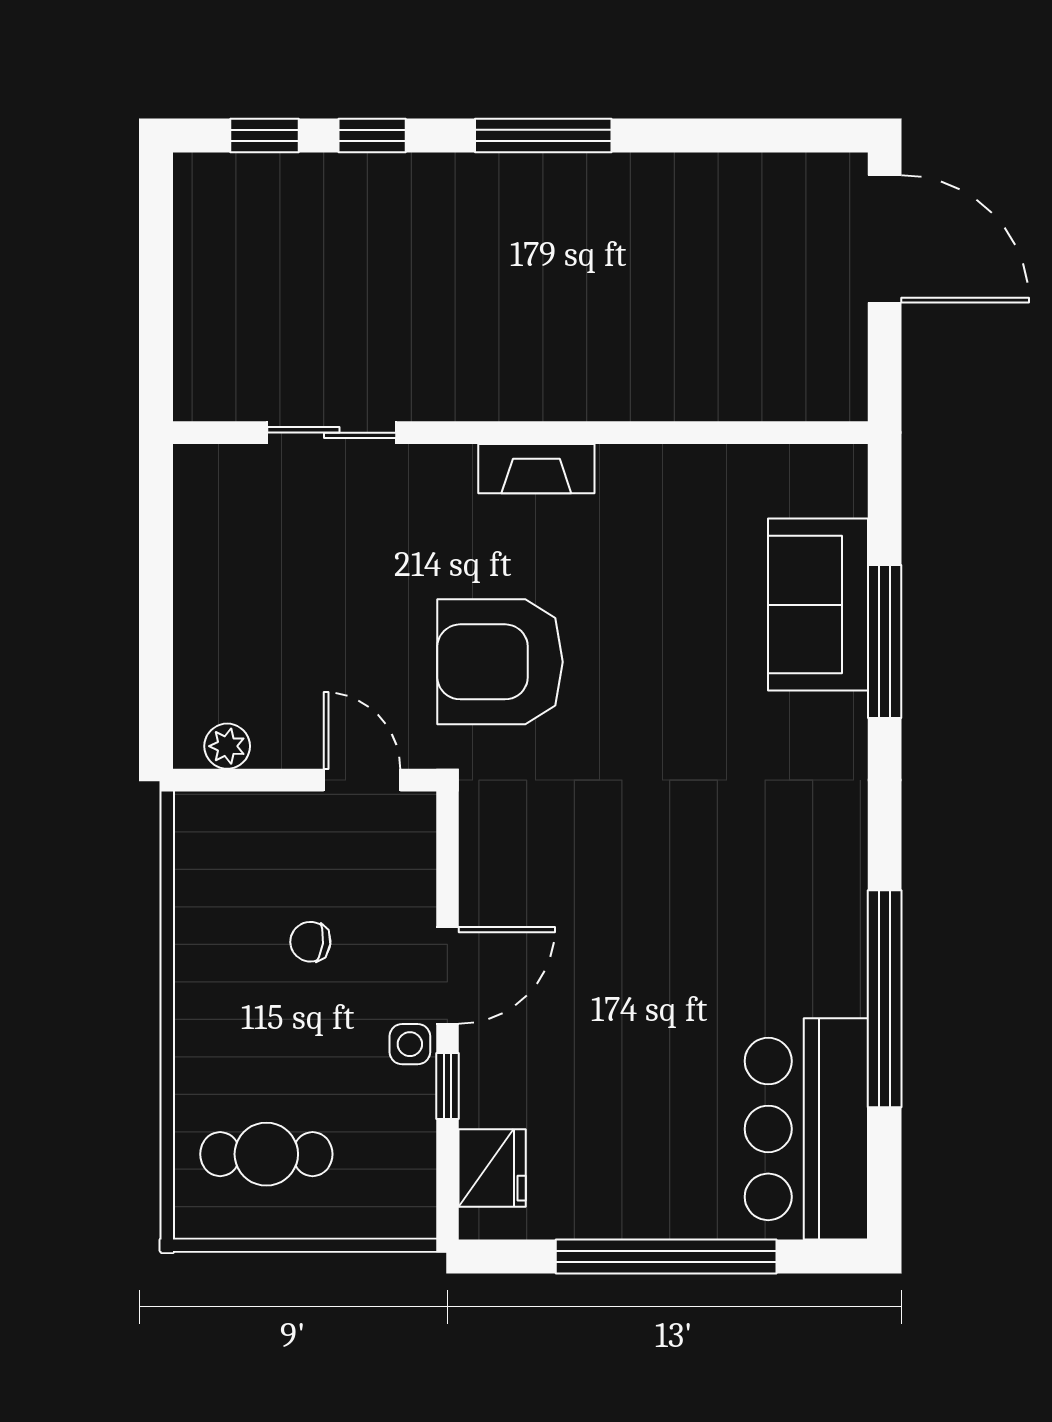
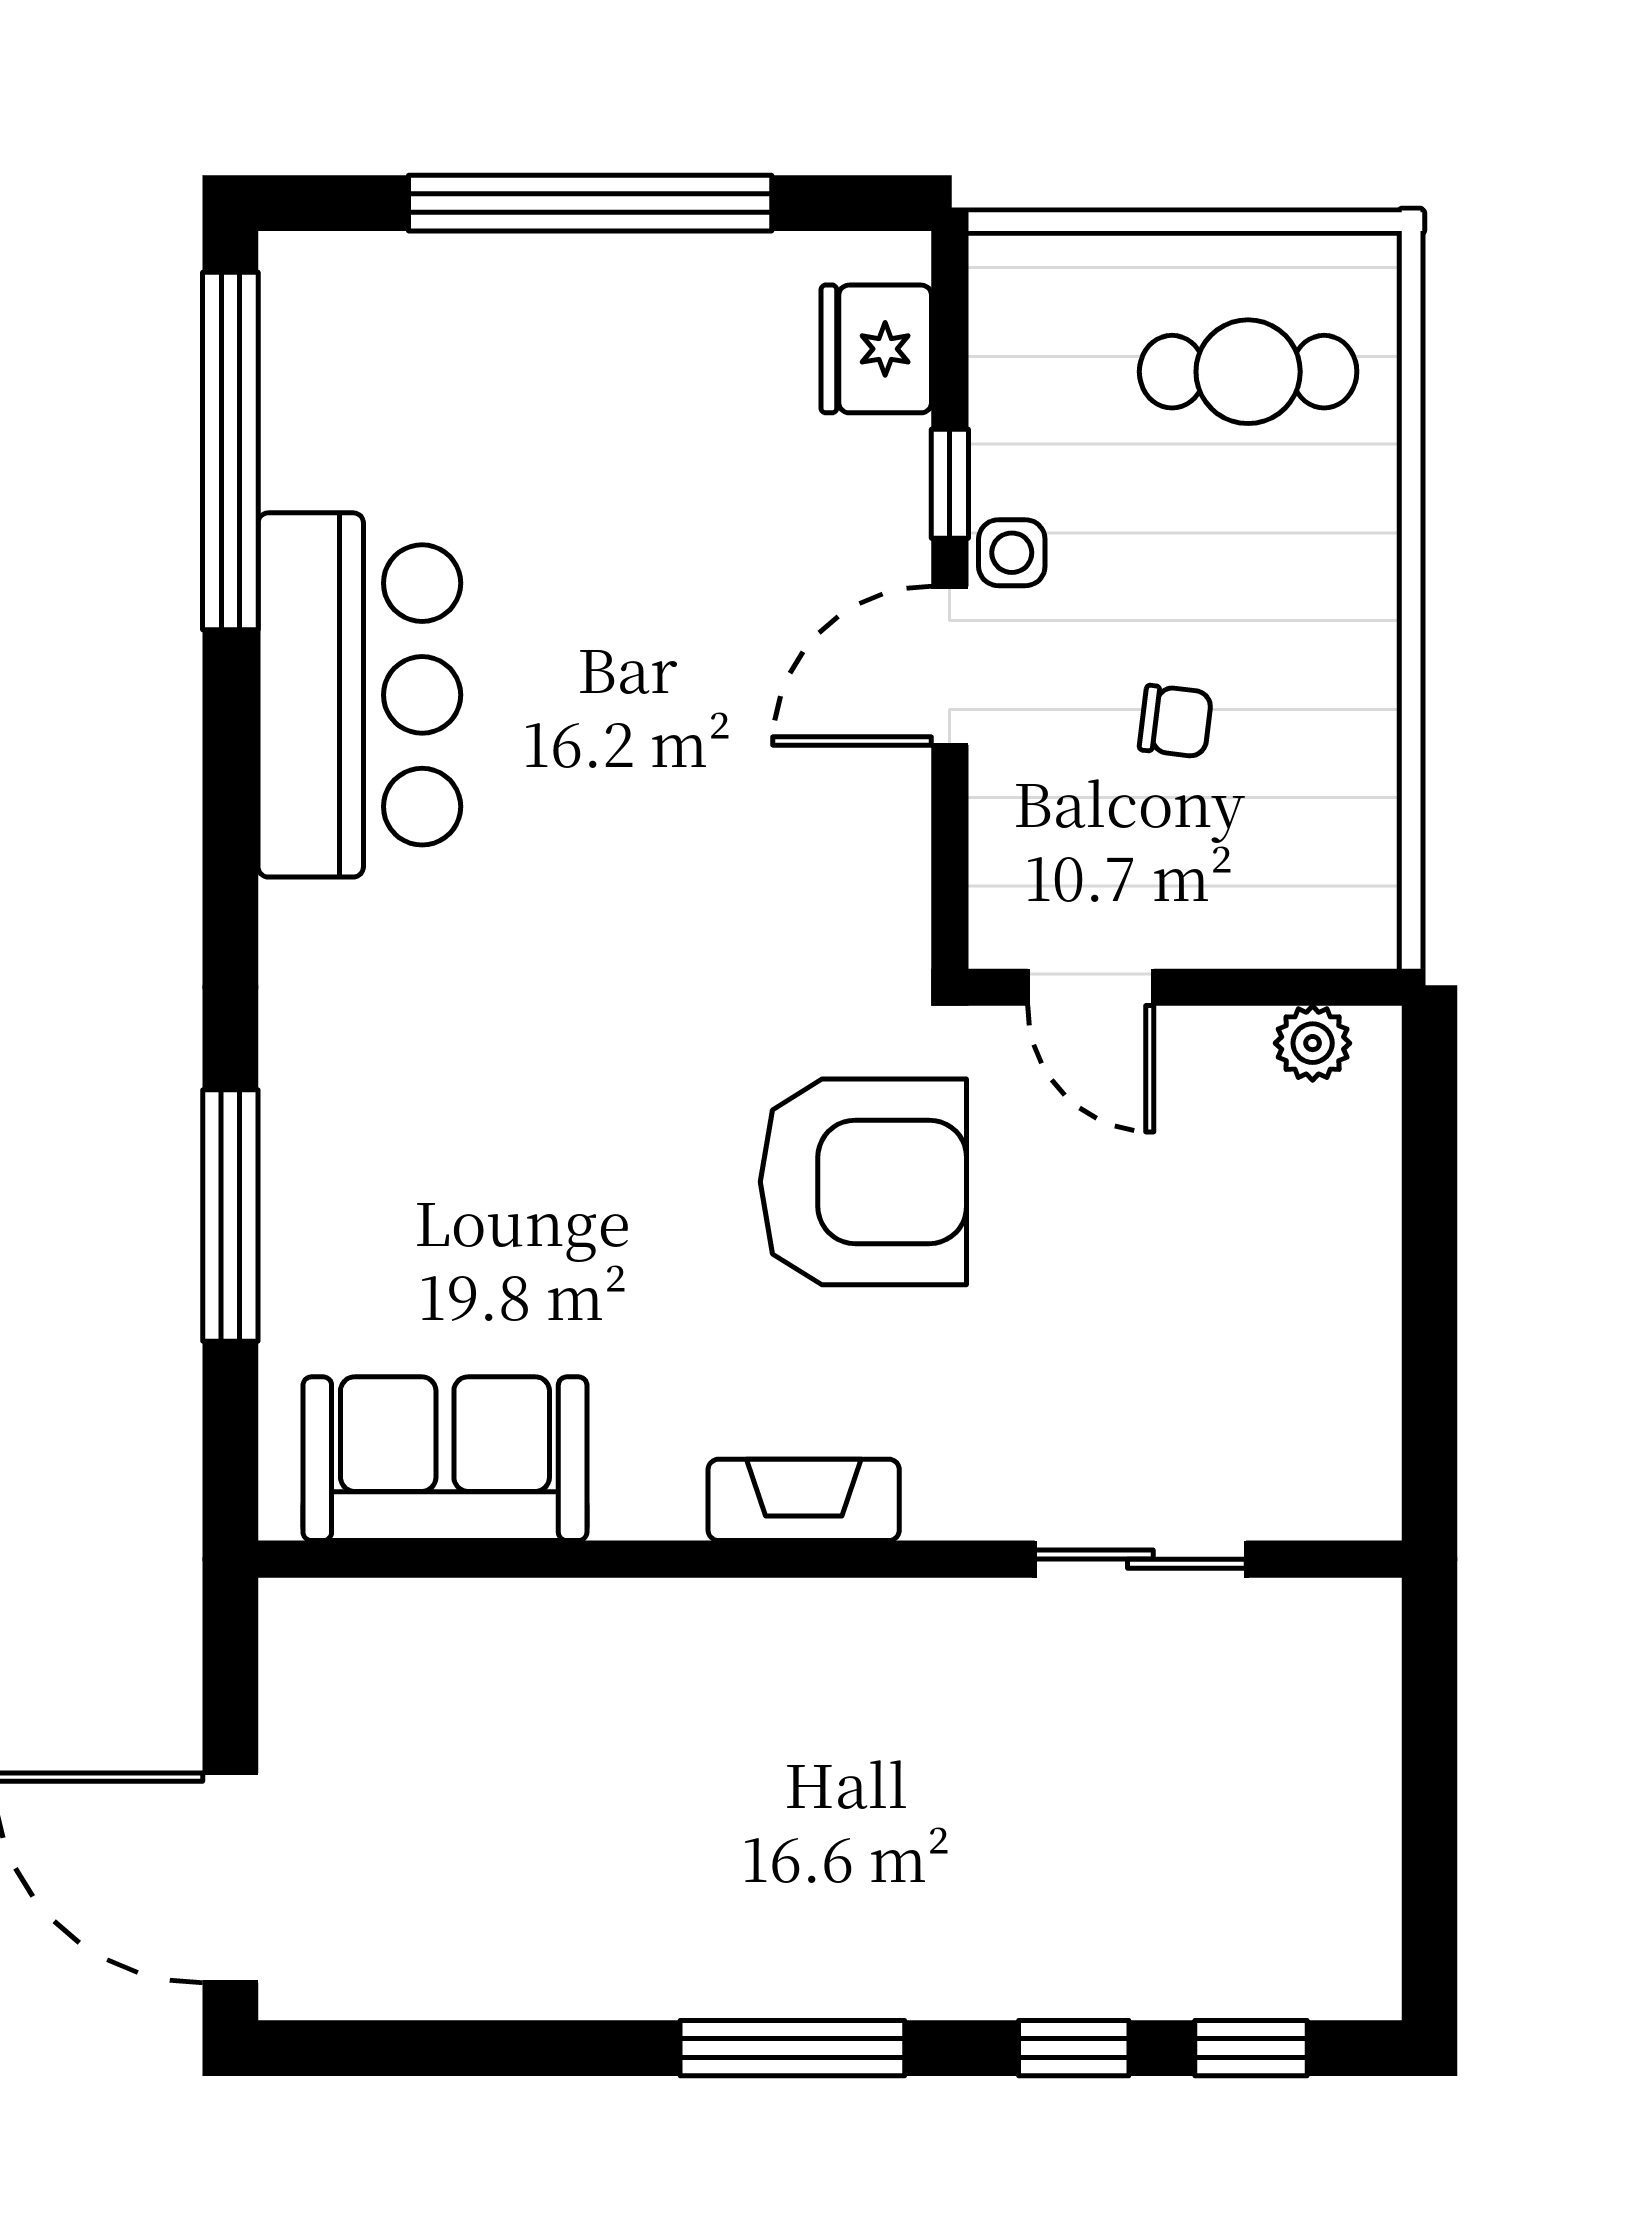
sofa: (818, 605) -> (445, 1459), moved, turned -90
window: (885, 999) -> (230, 451), moved
bar counter: (806, 1129) -> (359, 695), moved

